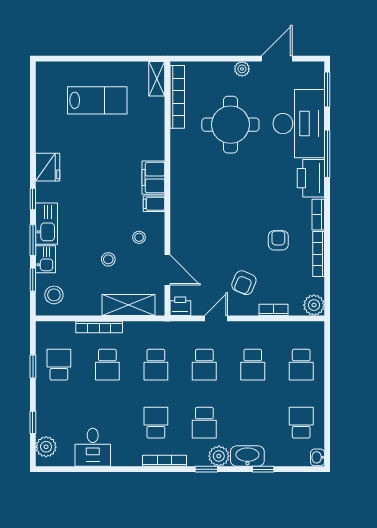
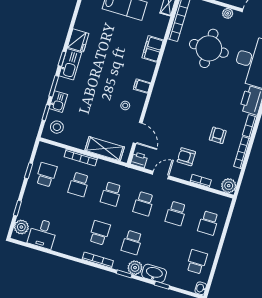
filing cabinet: (153, 178) -> (153, 49), moved
kitchen sink: (47, 224) -> (70, 64), moved
stool: (108, 259) -> (100, 114), removed
armchair: (244, 283) -> (186, 157), turned 67
desk: (93, 447) -> (43, 234), moved

